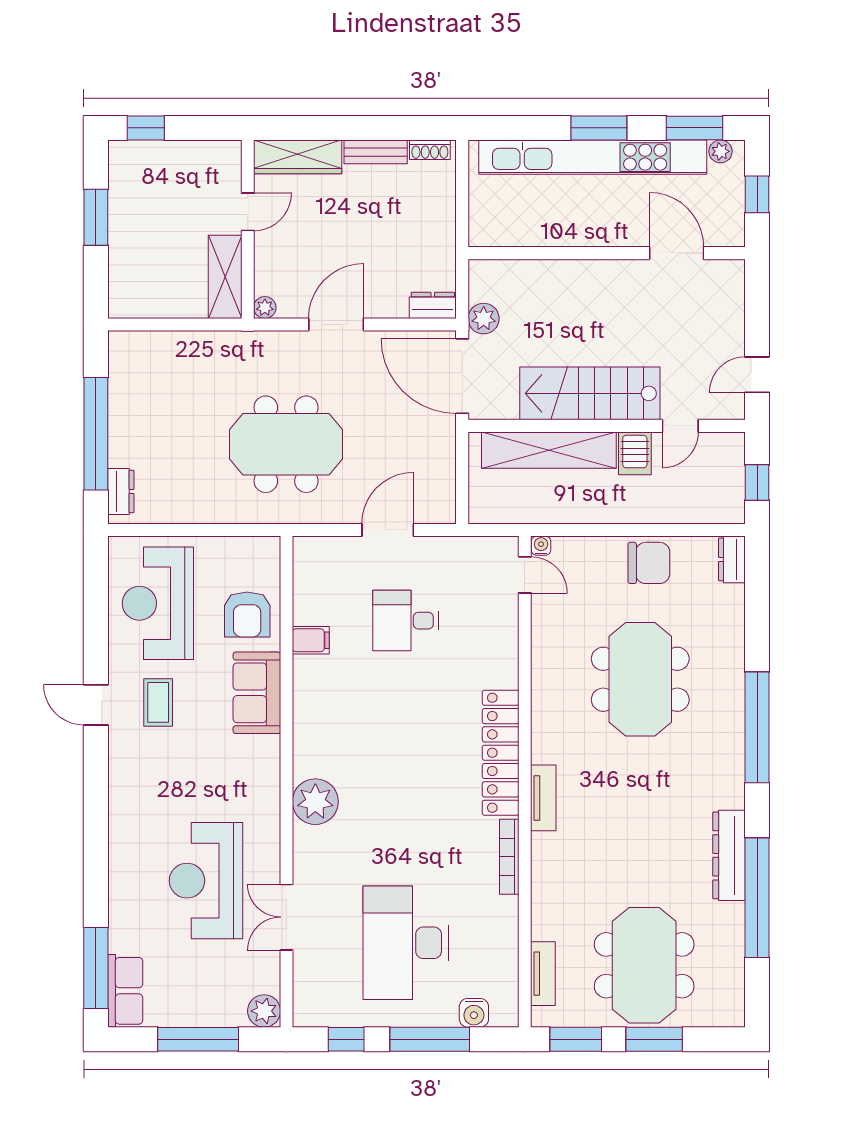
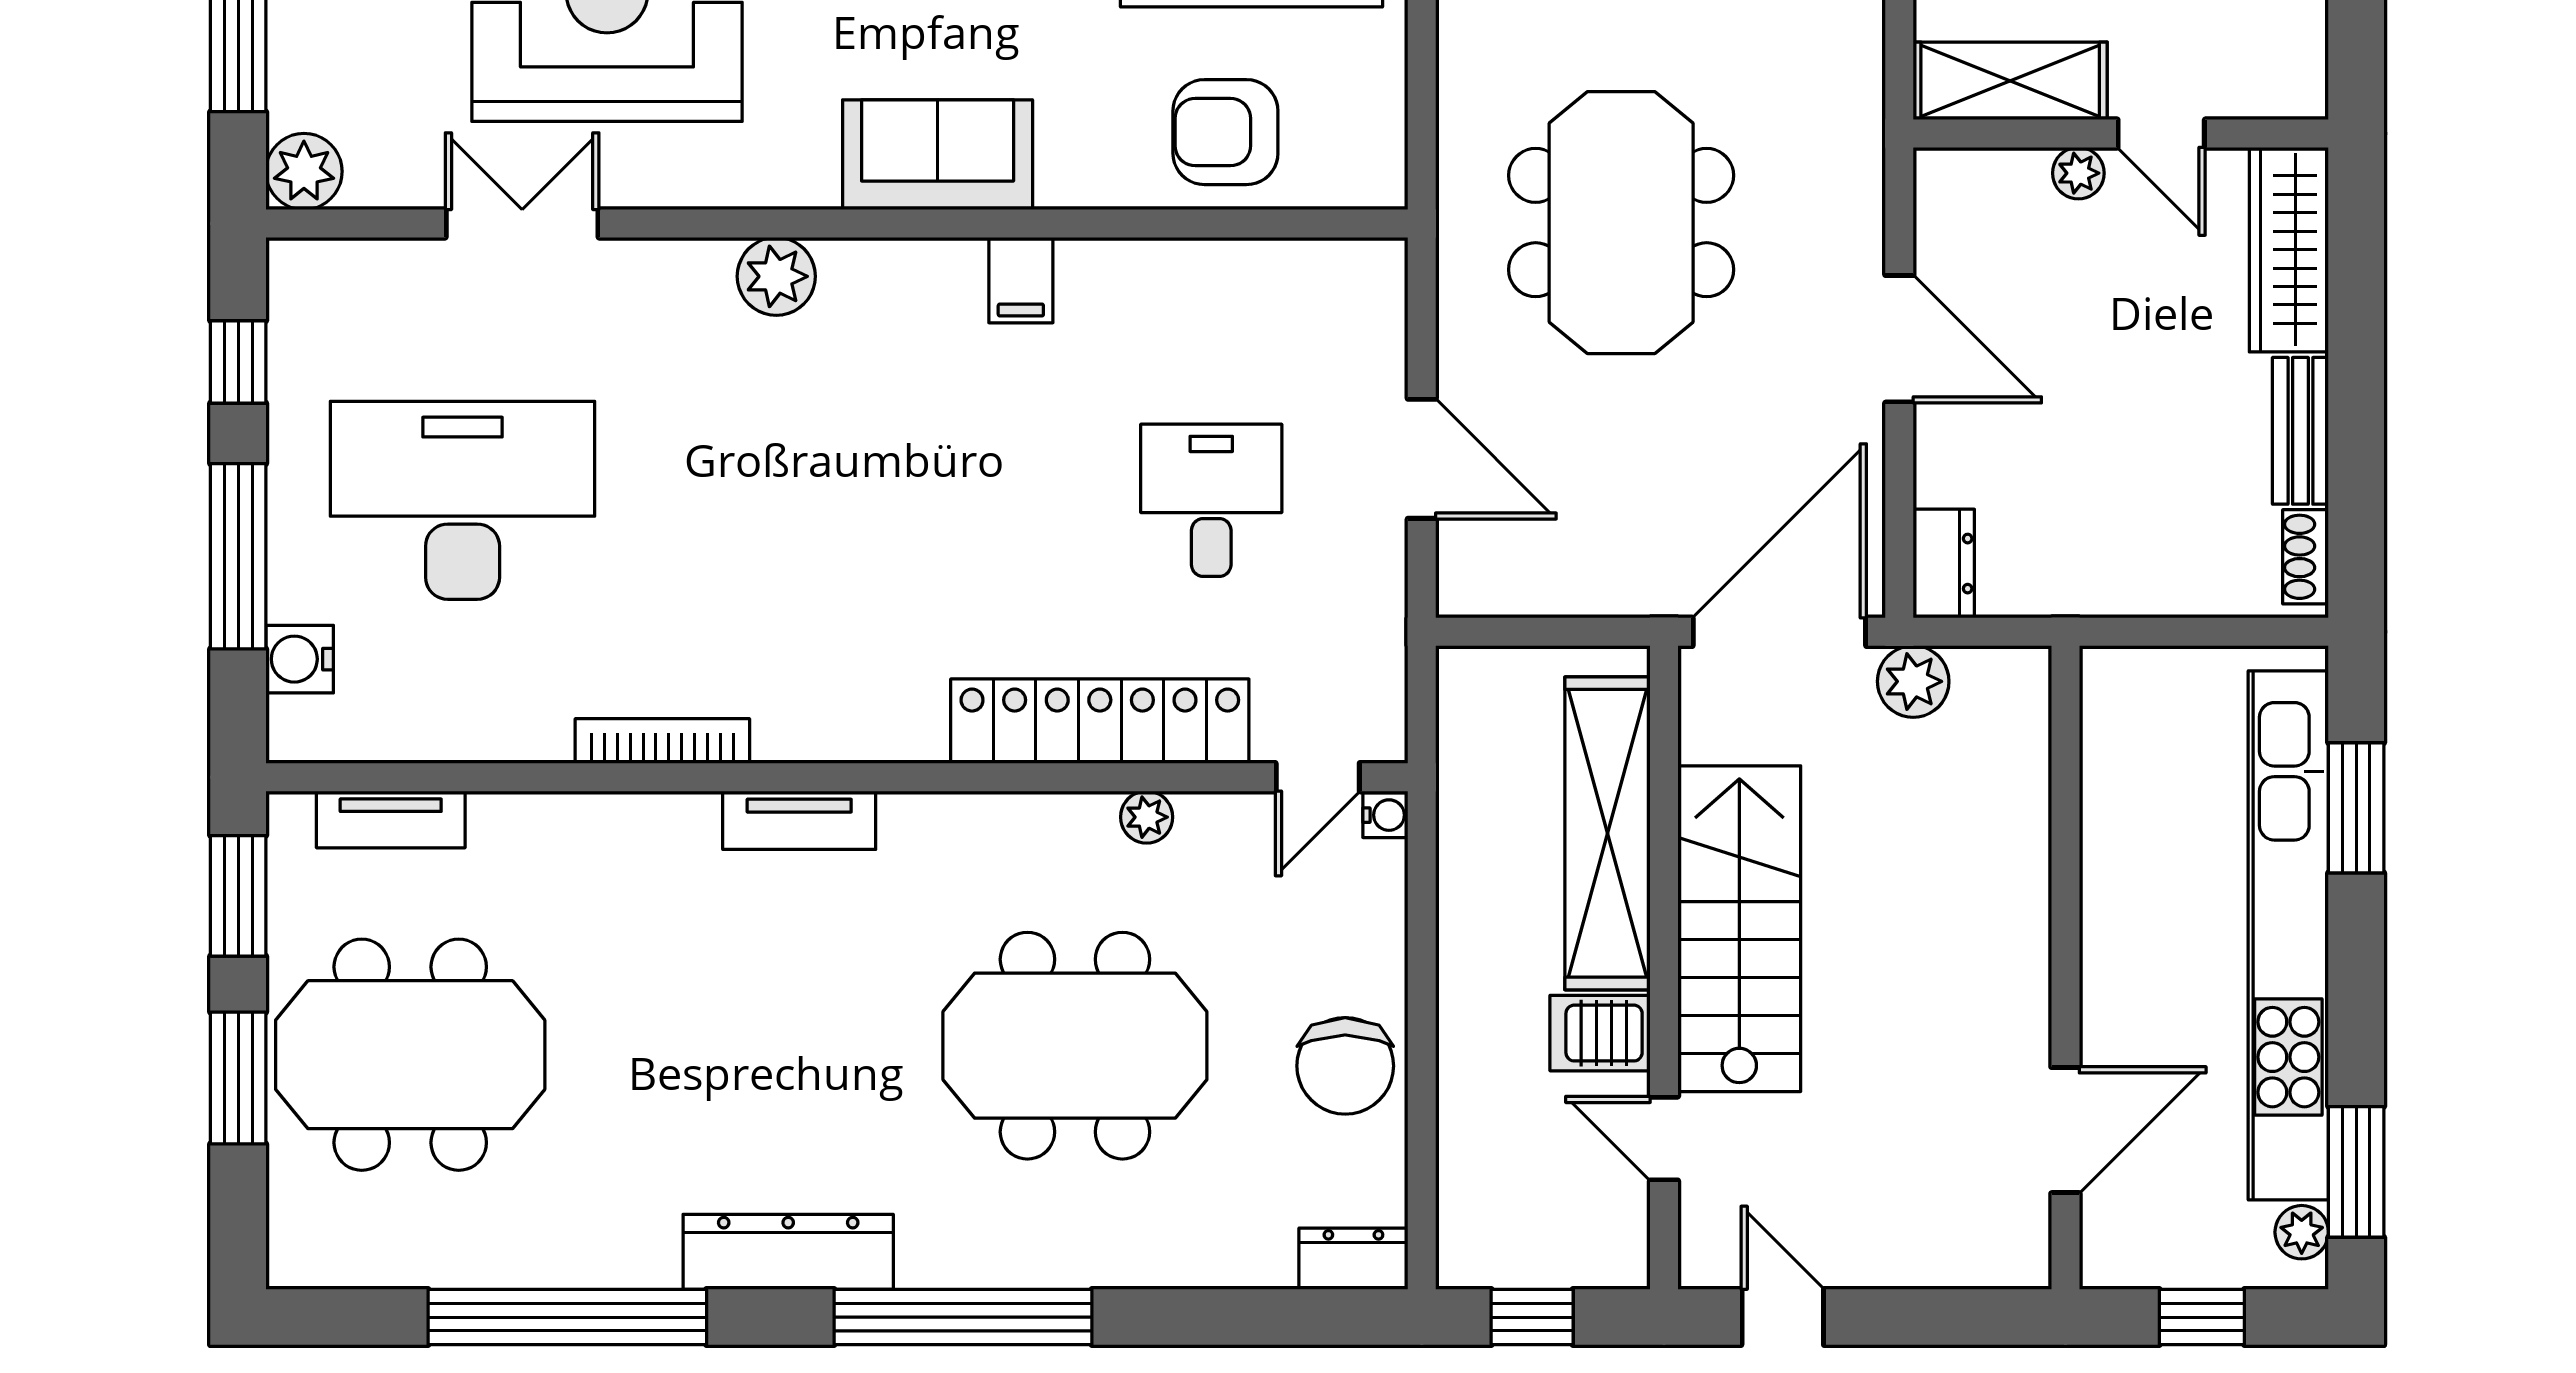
window: (599, 128) -> (2356, 808), moved
plant: (265, 307) -> (2078, 173), moved
filing cabinet: (311, 640) -> (1021, 280), moved
plant: (542, 648) -> (1147, 817), added
sofa: (257, 693) -> (938, 155), moved
locker: (501, 753) -> (1100, 721), moved
plant: (315, 802) -> (776, 276), width x0.73, depth x0.73
dresser: (729, 855) -> (788, 1252), moved

